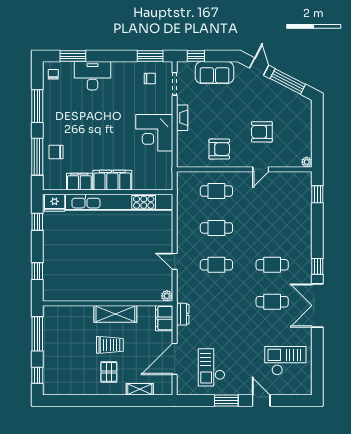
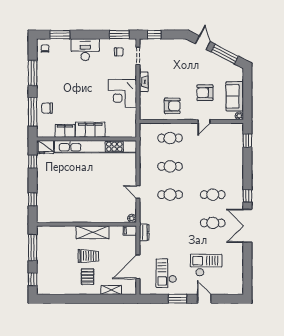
sofa: (214, 73) -> (235, 96), moved, turned 90
desk: (92, 76) -> (85, 50), moved
filing cabinet: (164, 318) -> (130, 231), width x0.50
checkout: (285, 361) -> (206, 265), moved

